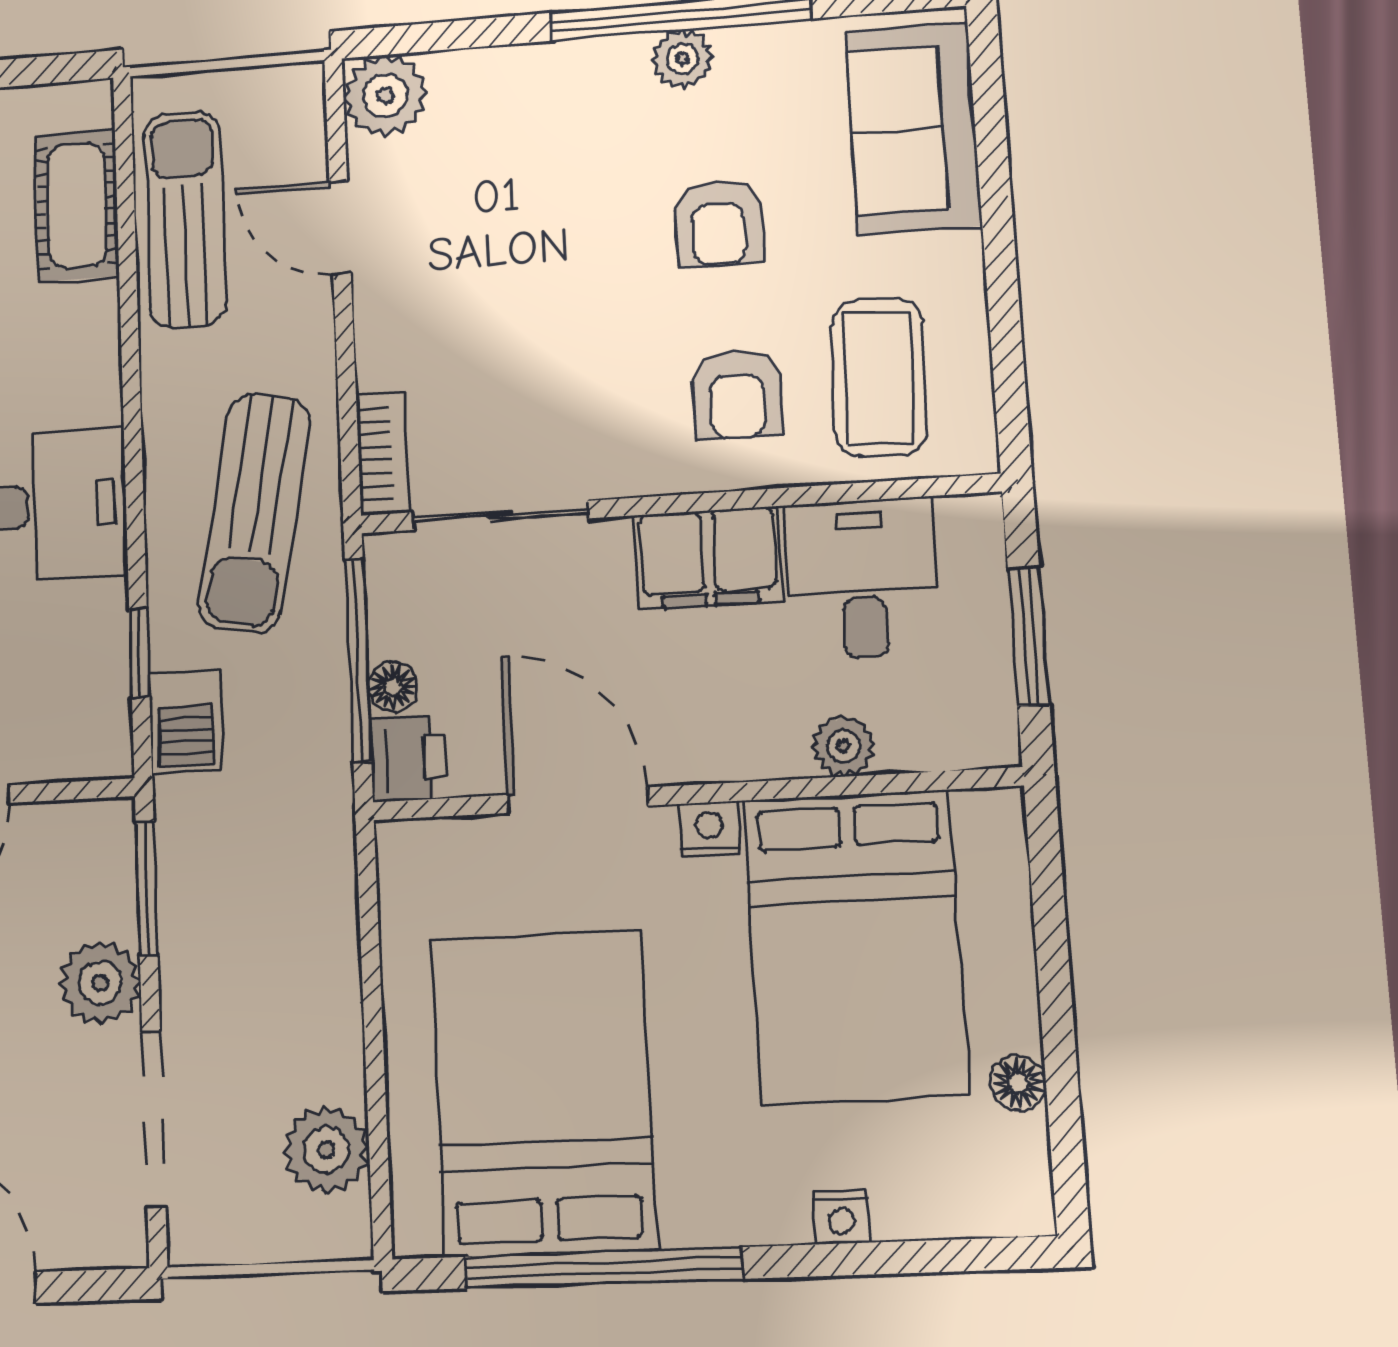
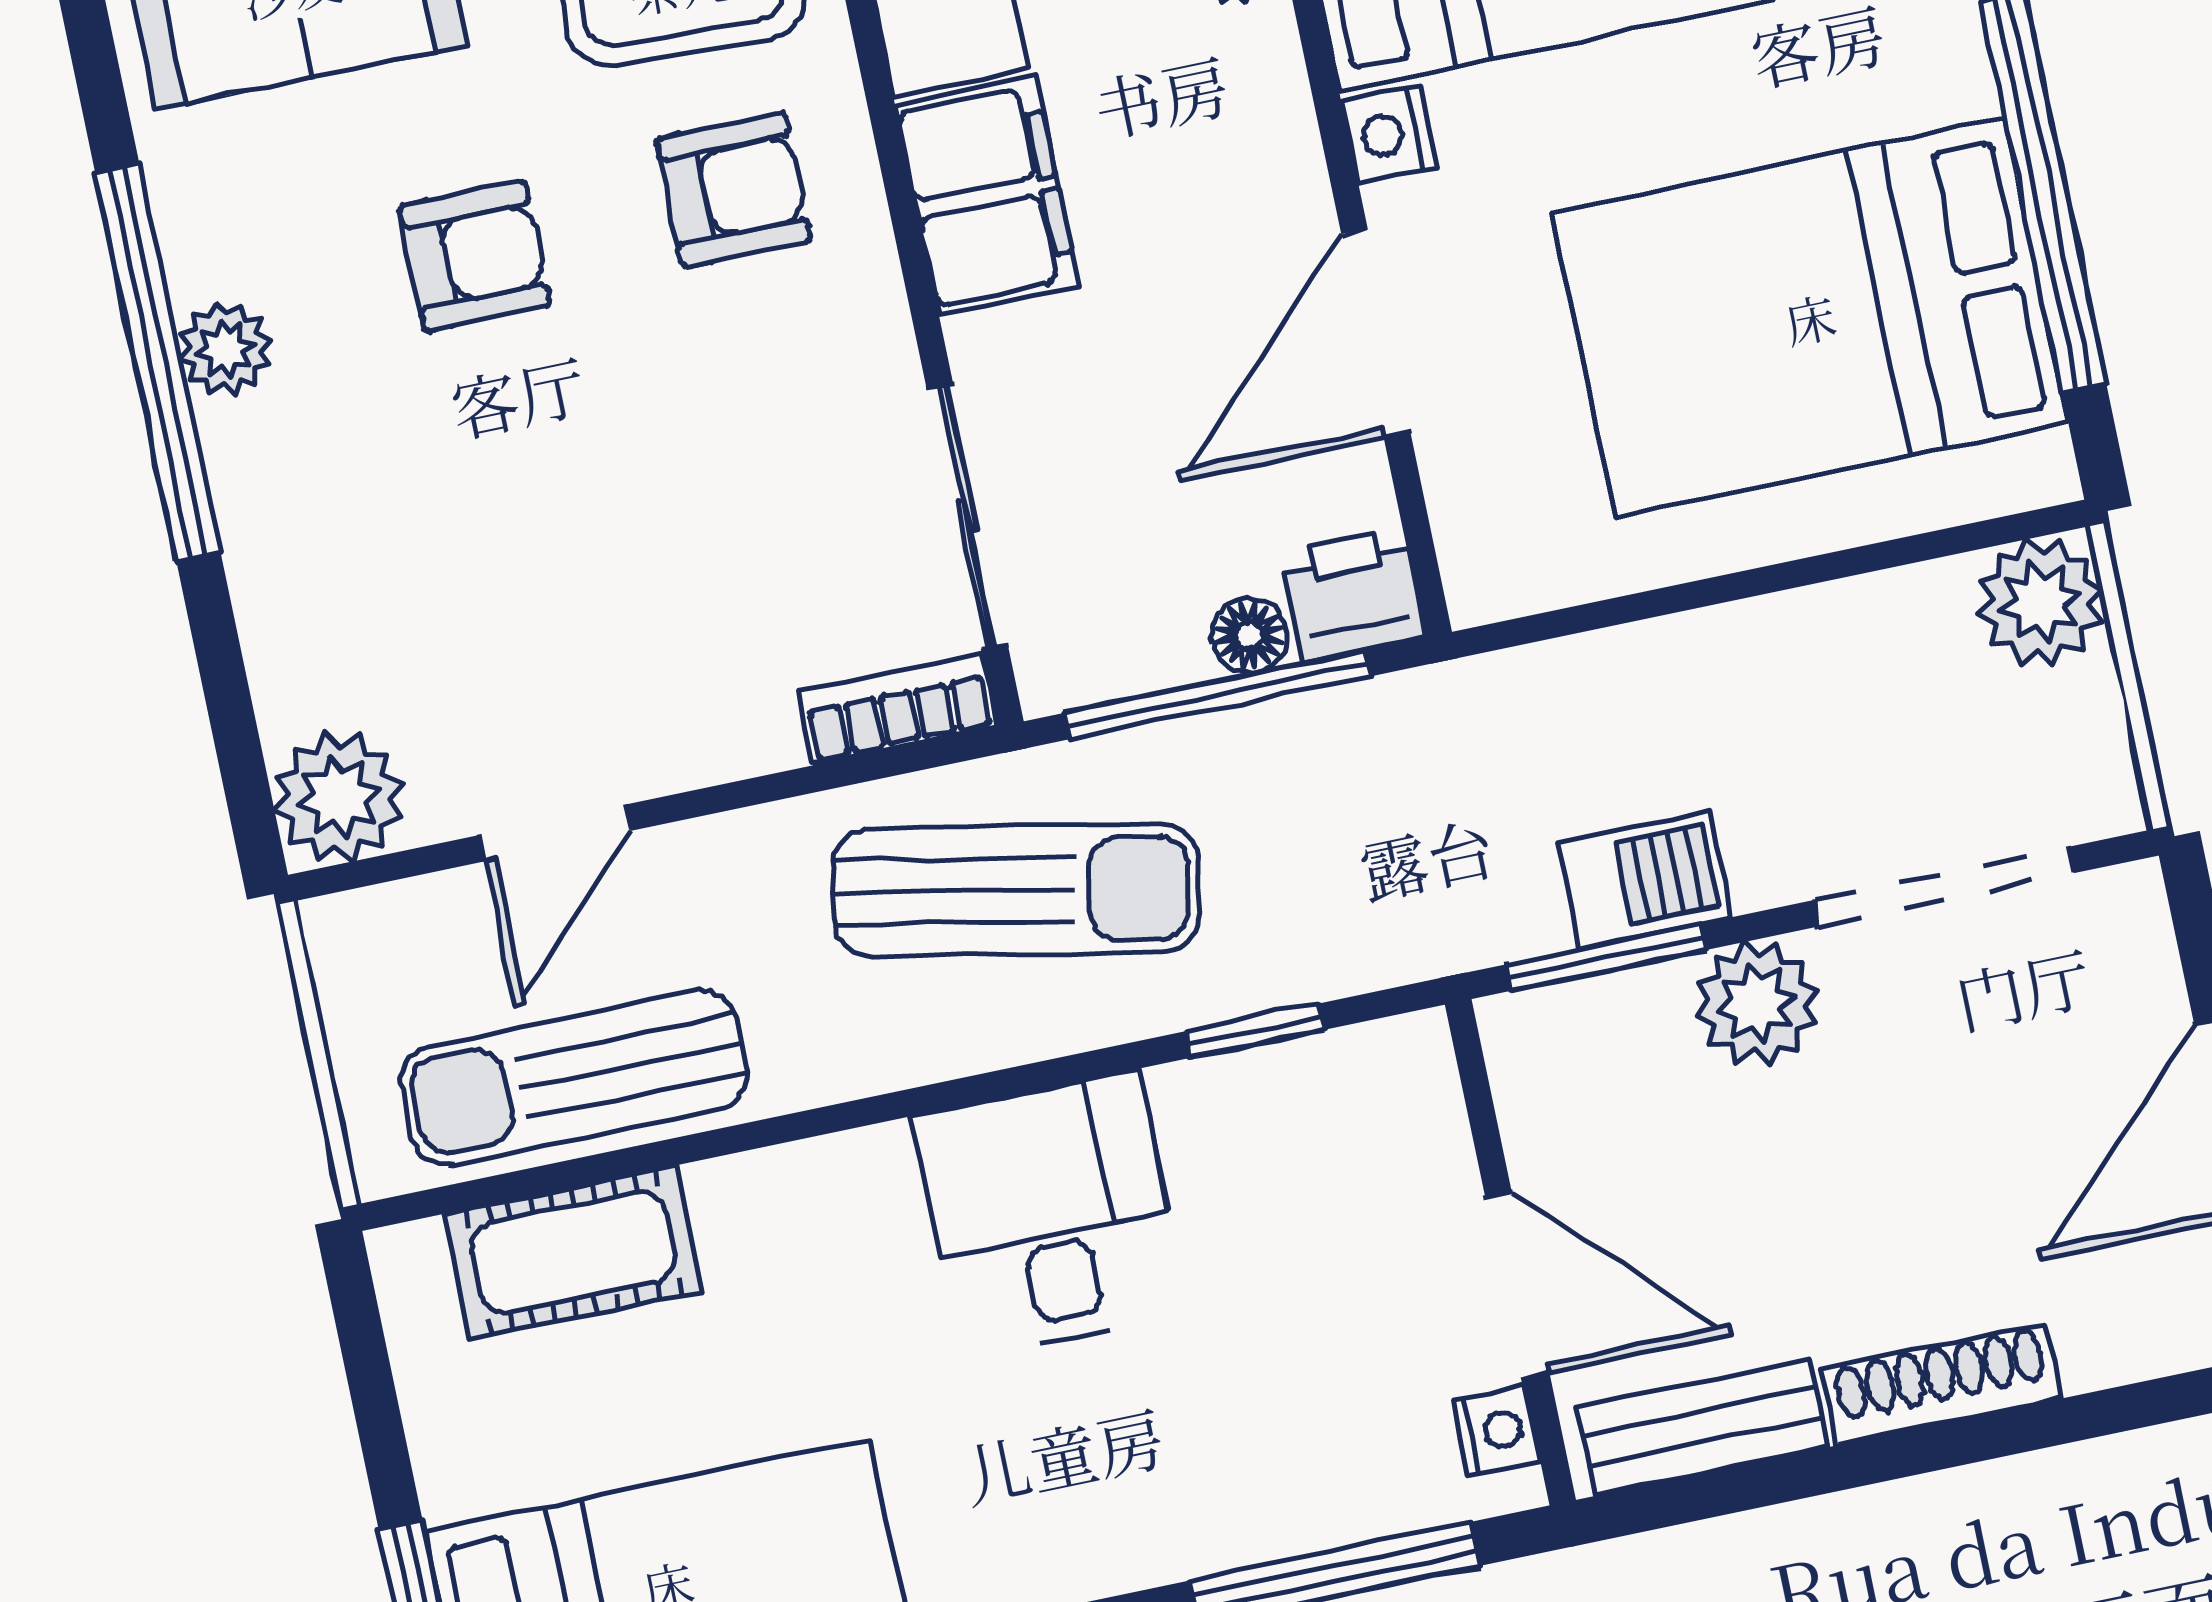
barbecue: (186, 721) -> (1644, 879), moved
plant: (326, 1150) -> (2040, 602), moved

